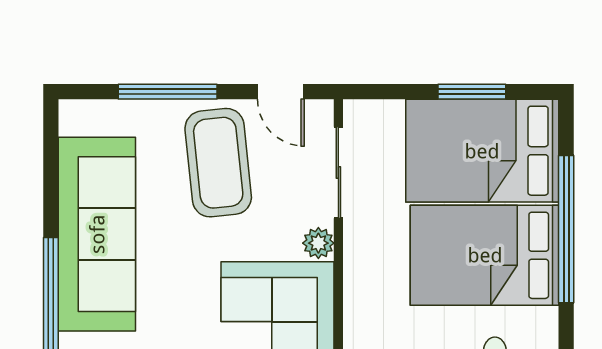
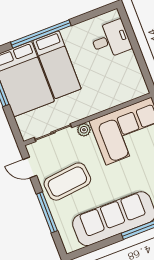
door: (281, 92) -> (30, 168), swing flipped
bed: (485, 255) -> (57, 65), width x0.67

